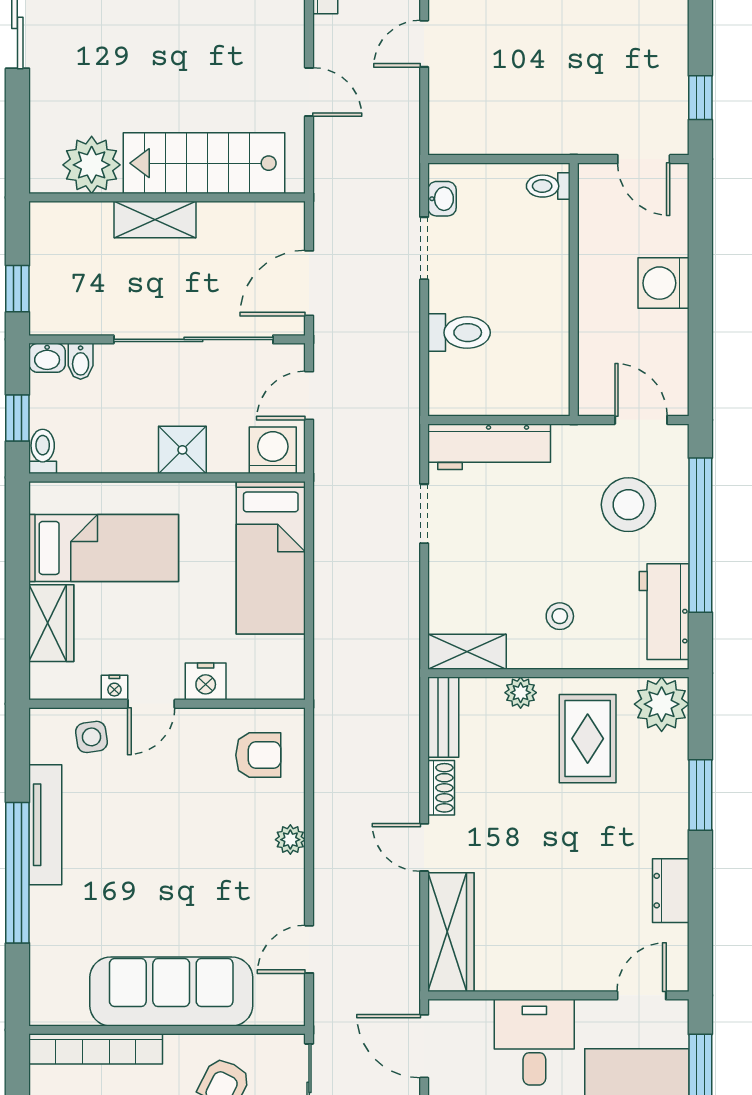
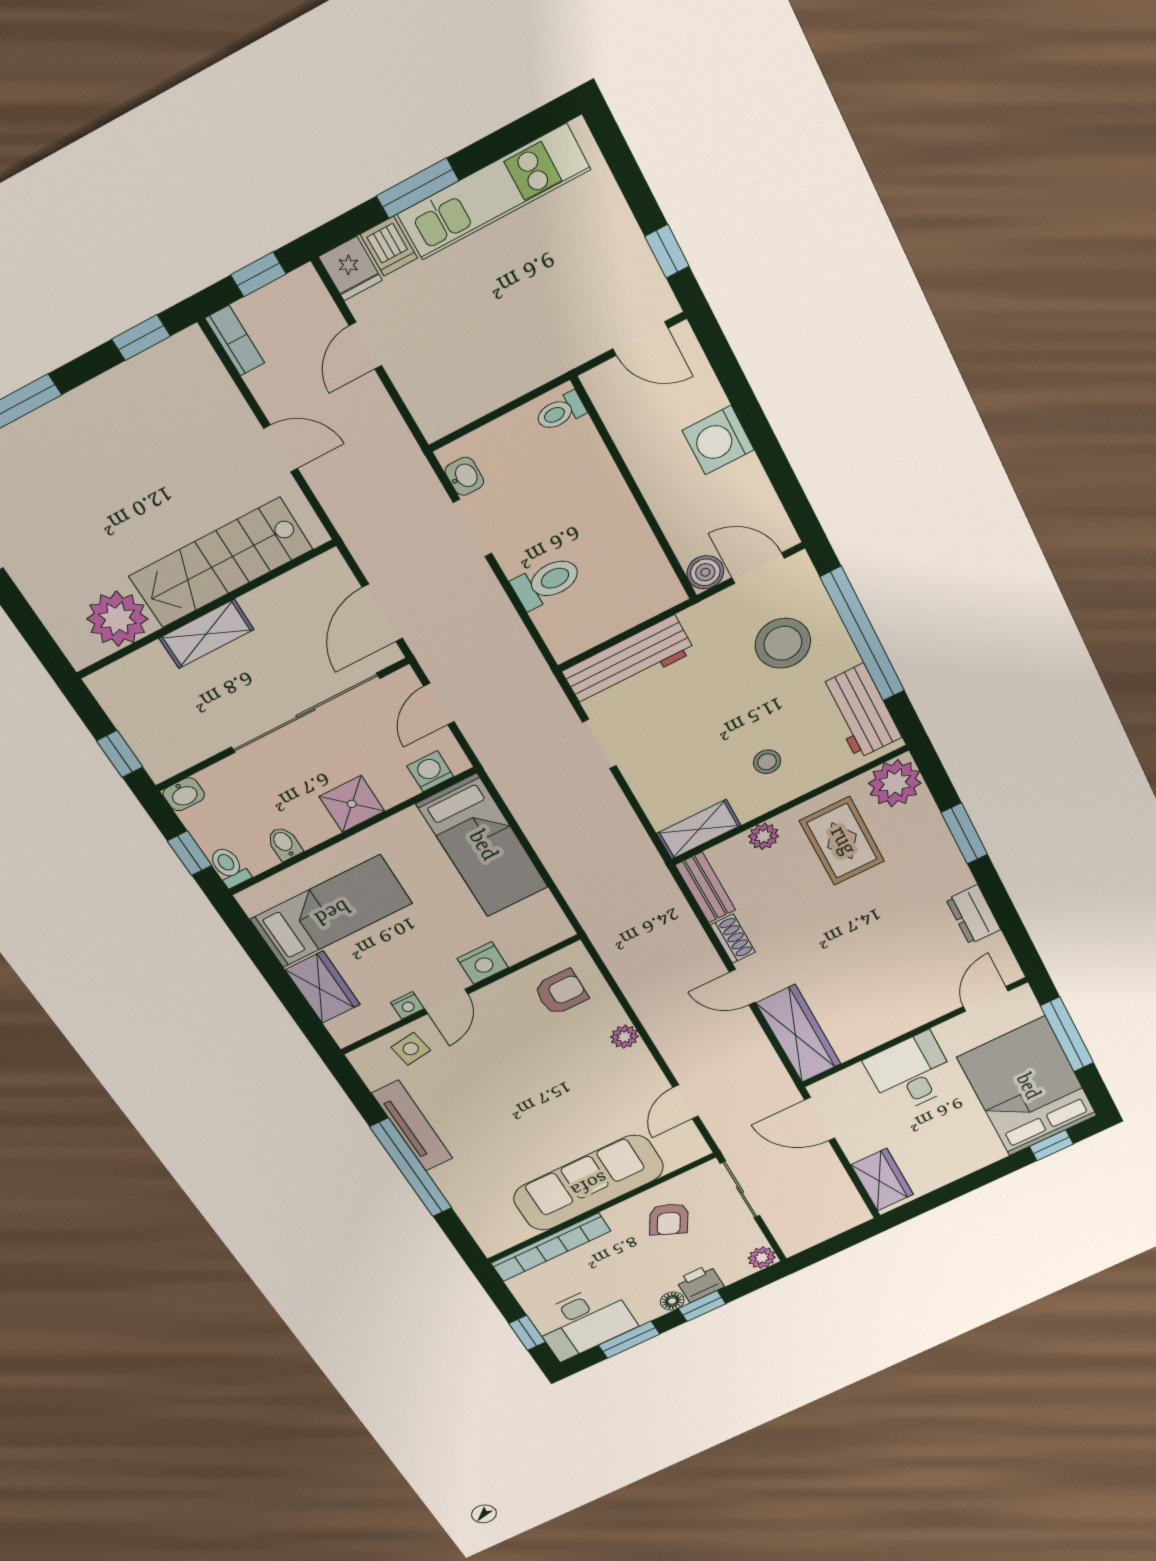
bidet: (81, 361) -> (284, 843), moved, turned 180
boiler: (595, 399) -> (705, 572), added
washing machine: (273, 450) -> (430, 771), width x0.73, depth x0.73

